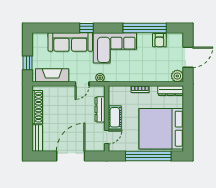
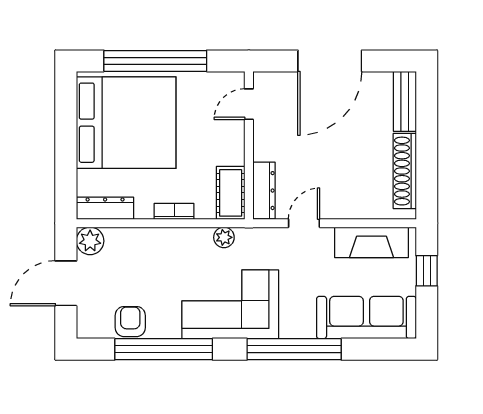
window: (87, 28) -> (294, 349), width x3.17
sofa: (70, 42) -> (366, 318), moved
plant: (100, 78) -> (224, 237), moved
dresser: (100, 109) -> (264, 191), moved
cot: (115, 117) -> (231, 193), moved

